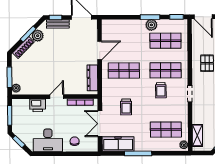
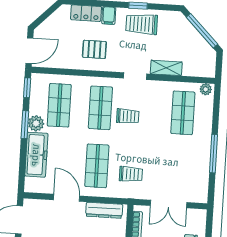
trolley: (126, 107) -> (131, 174), moved
shelving: (197, 135) -> (166, 68), moved
freezer: (118, 144) -> (36, 155), moved, turned 180

